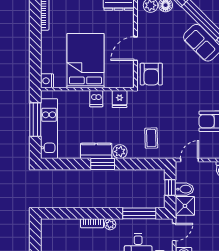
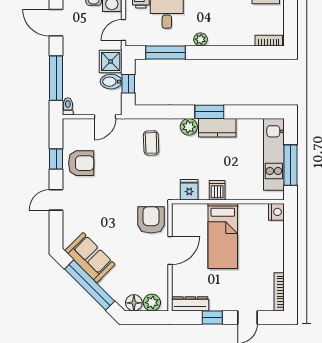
bed: (85, 61) -> (223, 236), width x0.67
bookcase: (92, 223) -> (269, 41), moved

